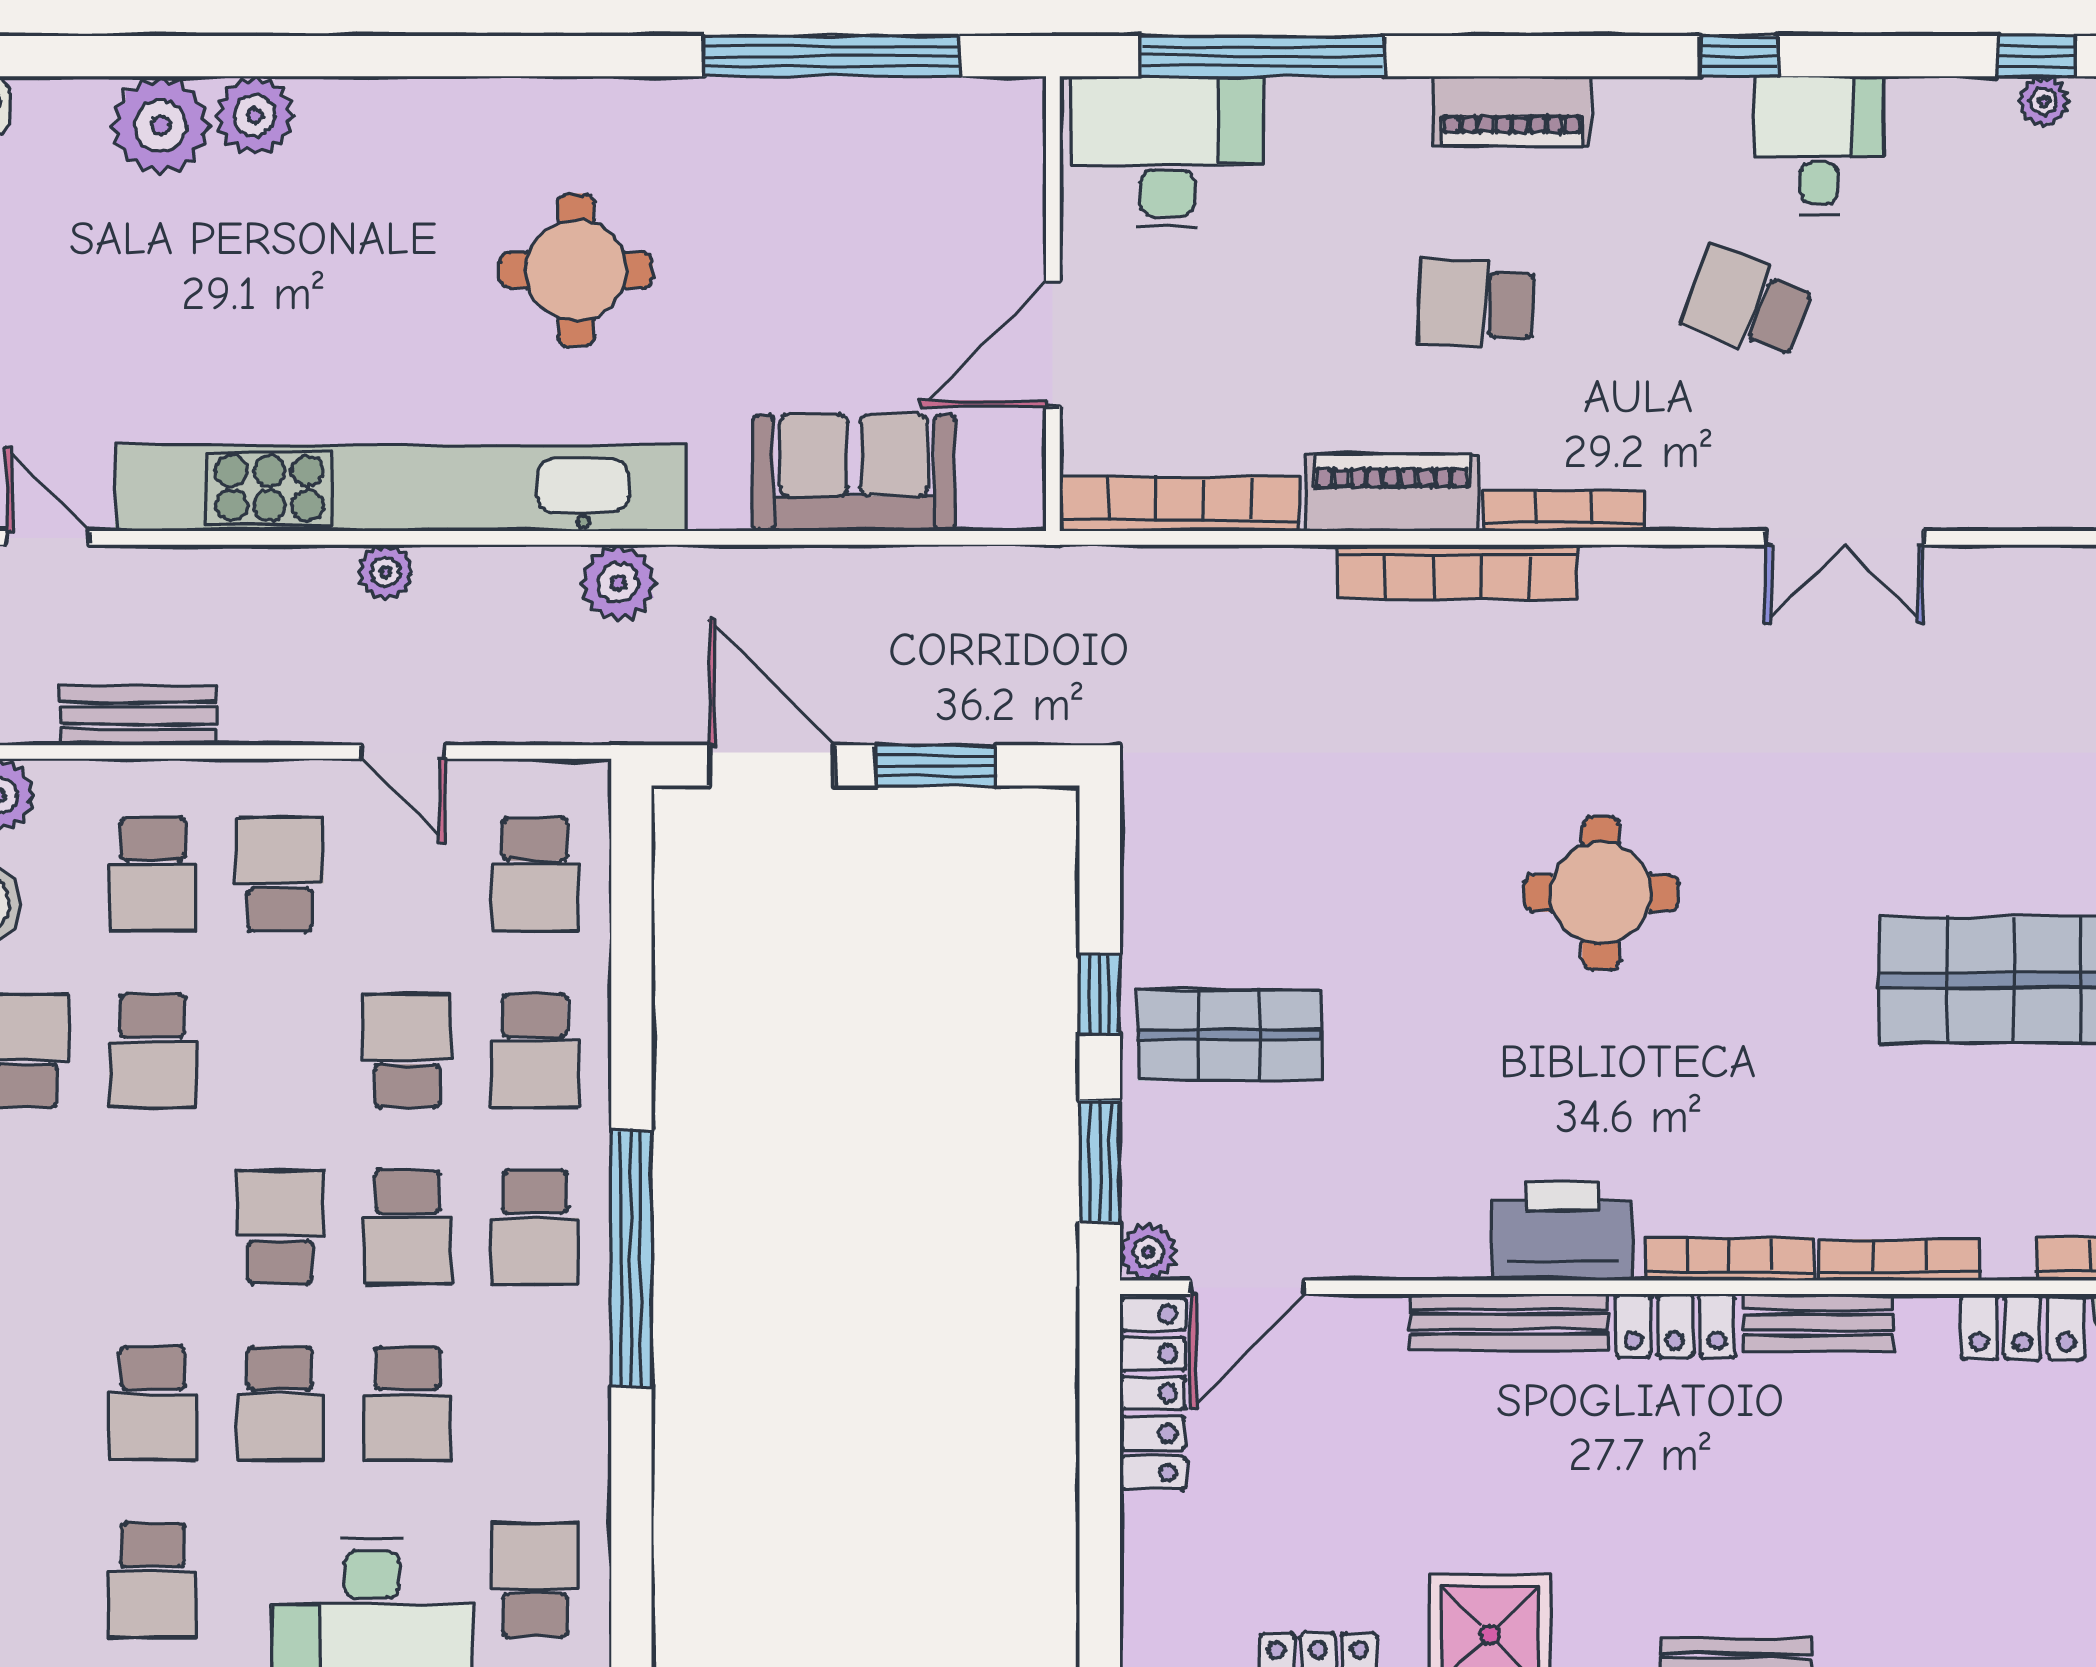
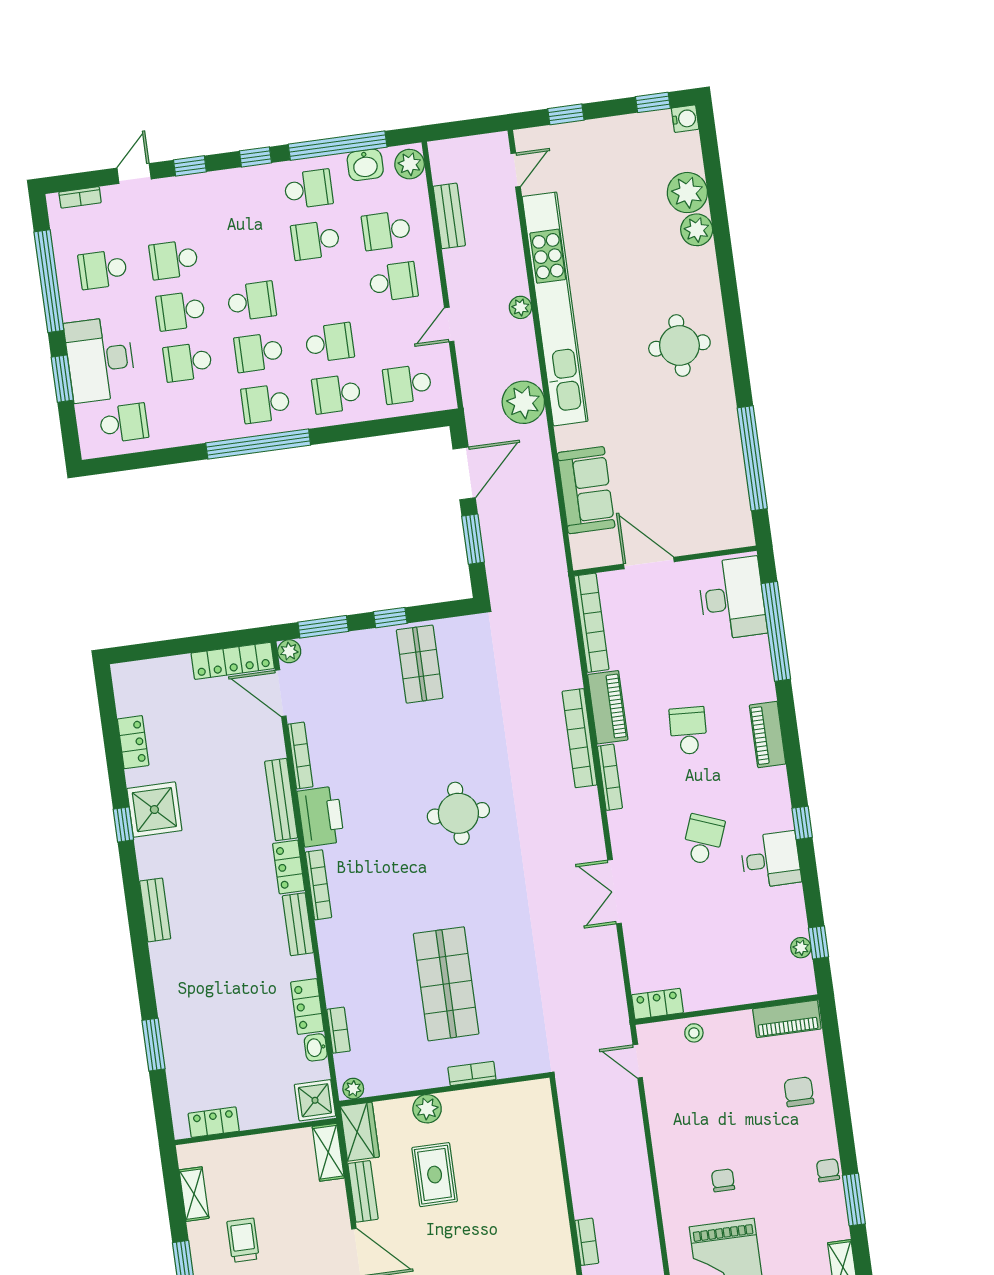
round table: (576, 270) -> (679, 346), moved
plant: (618, 583) -> (523, 402), width x1.36, depth x1.36
shop shelf: (1229, 1035) -> (420, 664), moved
bookcase: (1899, 1260) -> (300, 756), moved

